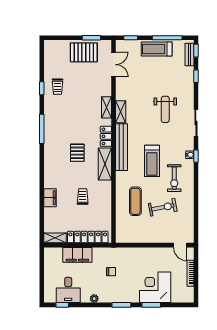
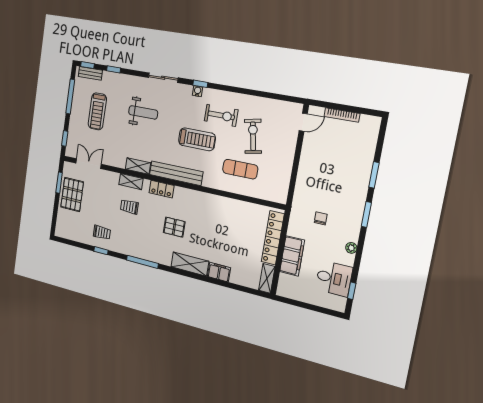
treadmill: (157, 49) -> (97, 111), moved
shelving: (105, 164) -> (190, 264), moved
trolley: (83, 197) -> (129, 207), moved
corner desk: (155, 287) -> (352, 165), removed

